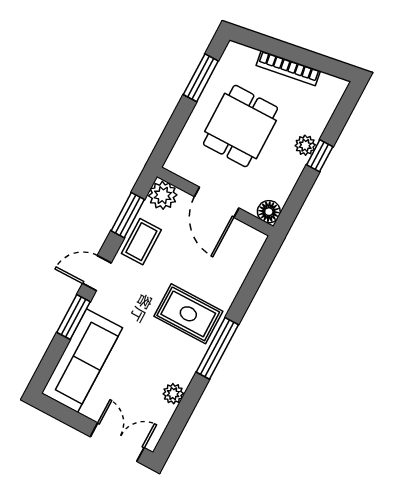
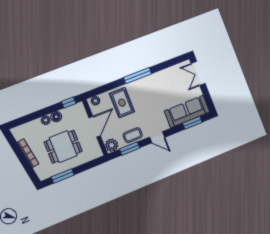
window: (320, 156) -> (69, 102), moved
floor lamp: (269, 212) -> (56, 117), moved
rug: (188, 314) -> (122, 103), moved
window: (74, 317) -> (192, 123), moved
plant: (173, 394) -> (96, 101), moved

